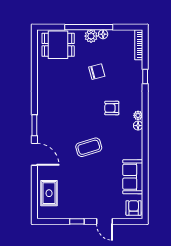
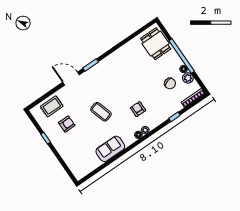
plant: (91, 36) -> (188, 78), moved
chair: (97, 72) -> (170, 83), moved
door: (34, 154) -> (71, 78), swing flipped
sofa: (133, 177) -> (110, 149), moved
armchair: (134, 208) -> (67, 124), moved
door: (104, 221) -> (58, 157), removed

